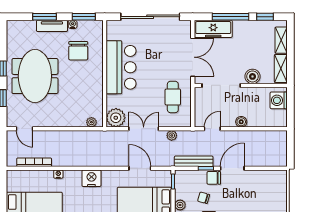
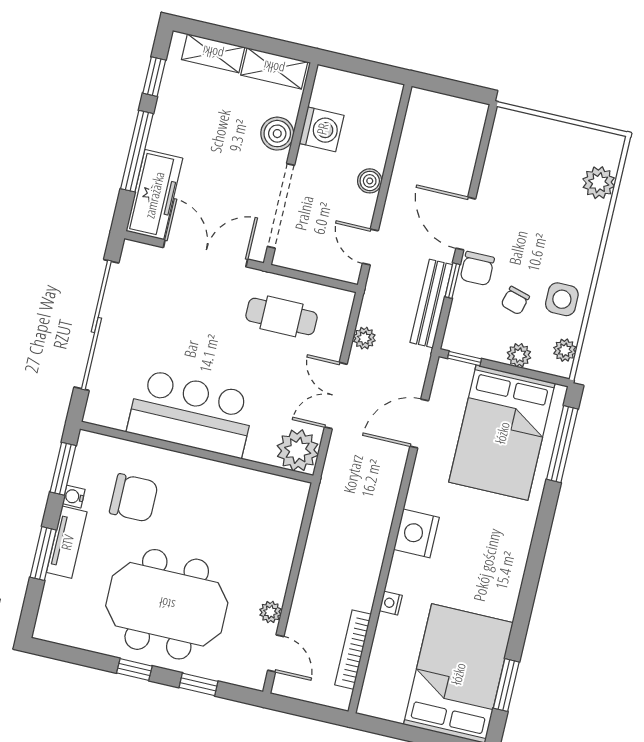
washing machine: (279, 100) -> (322, 129), moved, turned -90
plant: (91, 122) -> (270, 612), moved
door: (25, 129) -> (276, 653), hinge flipped

